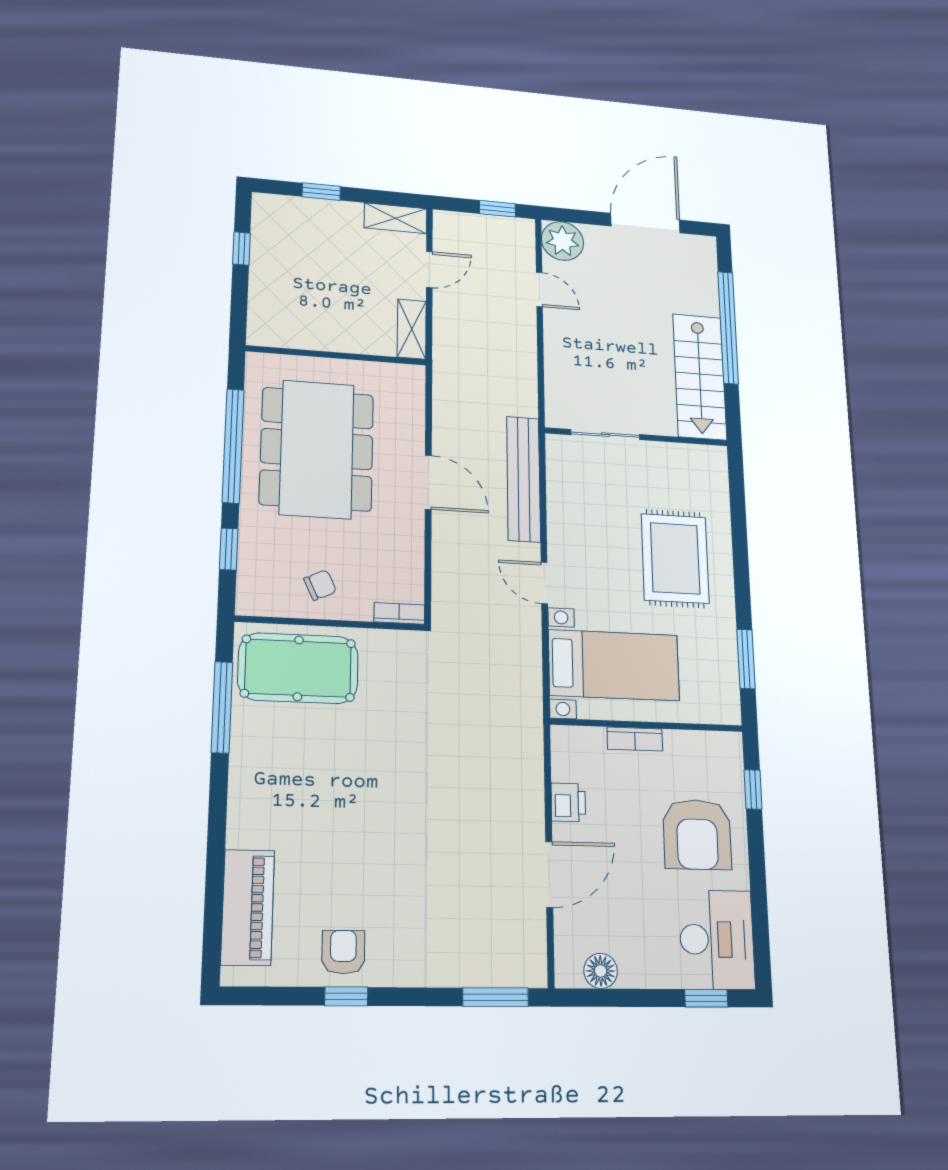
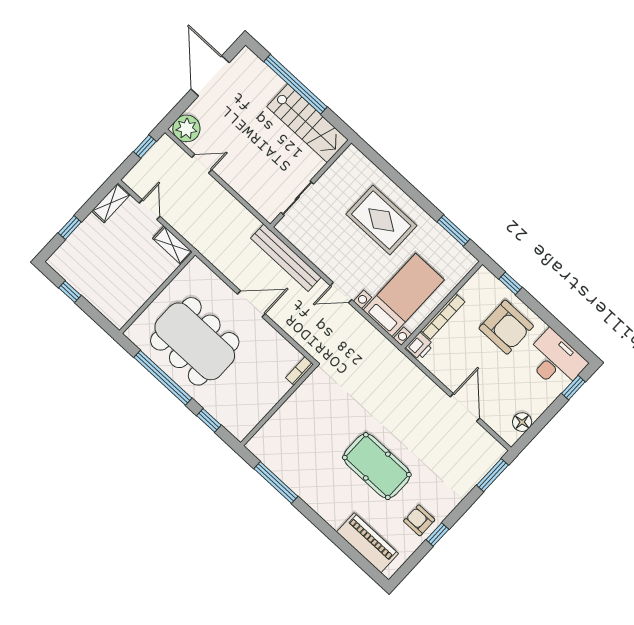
chair: (320, 585) -> (258, 395), removed
pool table: (298, 668) -> (377, 466), moved, turned 90
bookcase: (635, 739) -> (443, 316), width x1.56
printer: (568, 802) -> (420, 346), moved, turned 90

